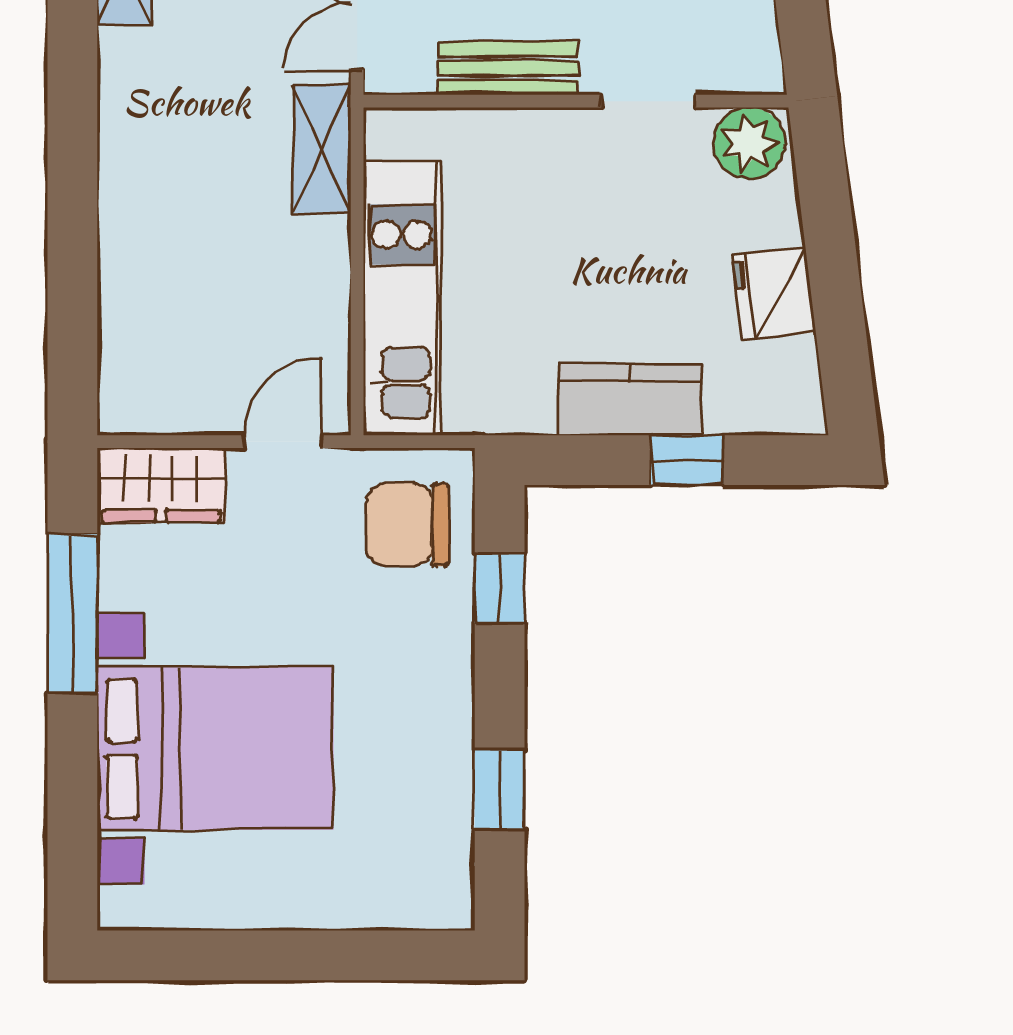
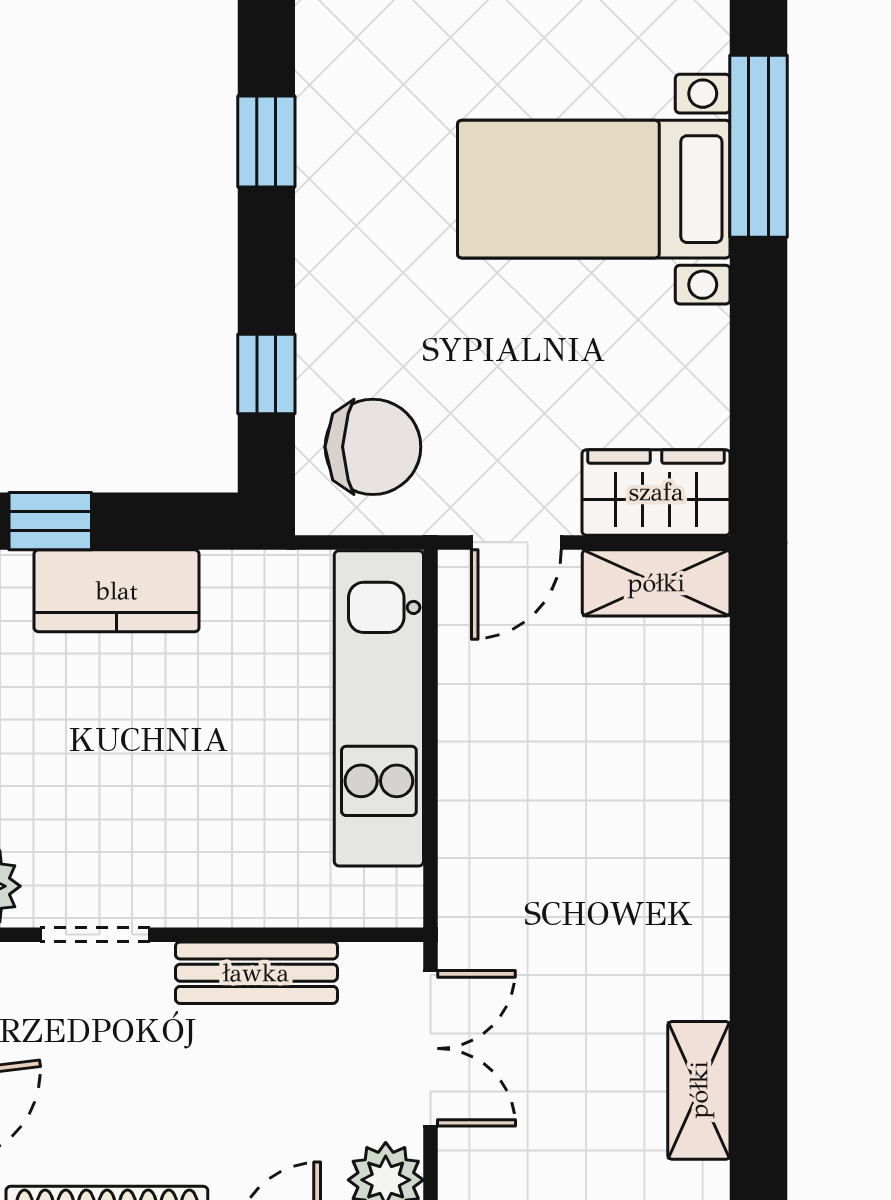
shelving: (322, 149) -> (656, 583), moved, turned 90
window: (72, 613) -> (758, 146), moved
bed with nightstands: (215, 748) -> (594, 189), width x0.73

